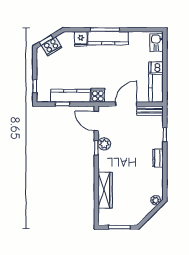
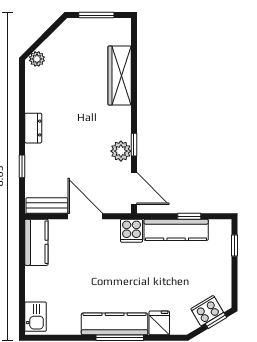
dishwasher: (156, 67) -> (36, 276), removed
door: (126, 104) -> (85, 216), swing flipped

